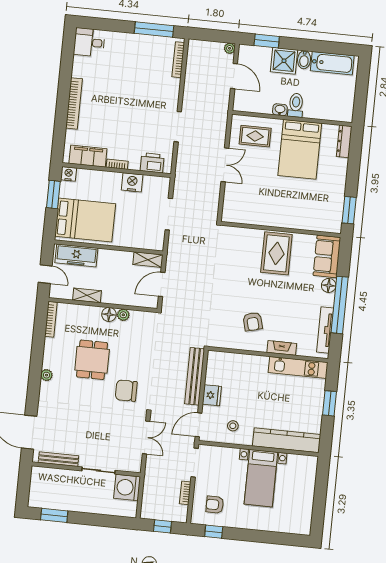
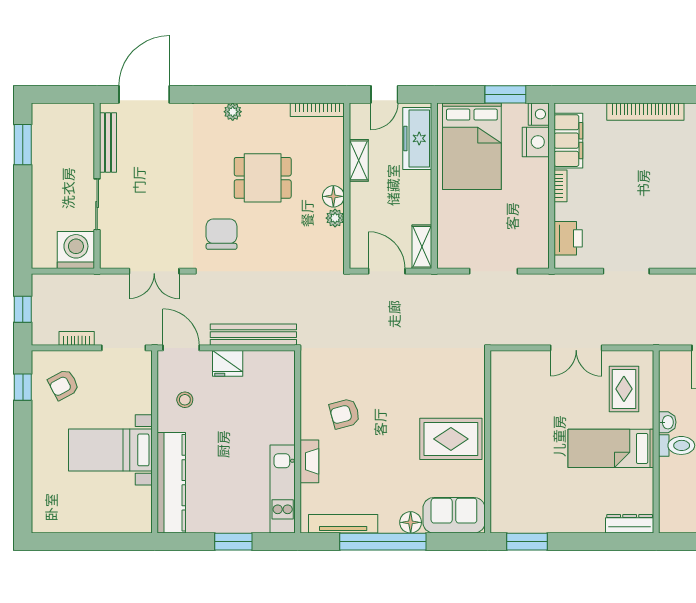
bed: (300, 149) -> (611, 448), width x0.67
nightstand: (132, 182) -> (536, 142), moved
armchair: (215, 505) -> (64, 385), turned -118

